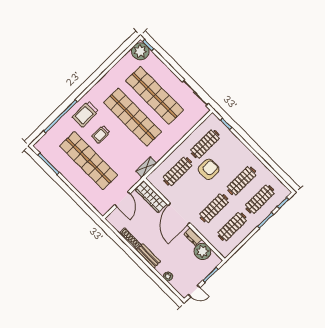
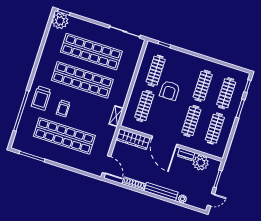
armchair: (209, 169) -> (170, 90), turned 180
door: (122, 199) -> (106, 165), moved
bench: (148, 256) -> (161, 192), width x1.36

